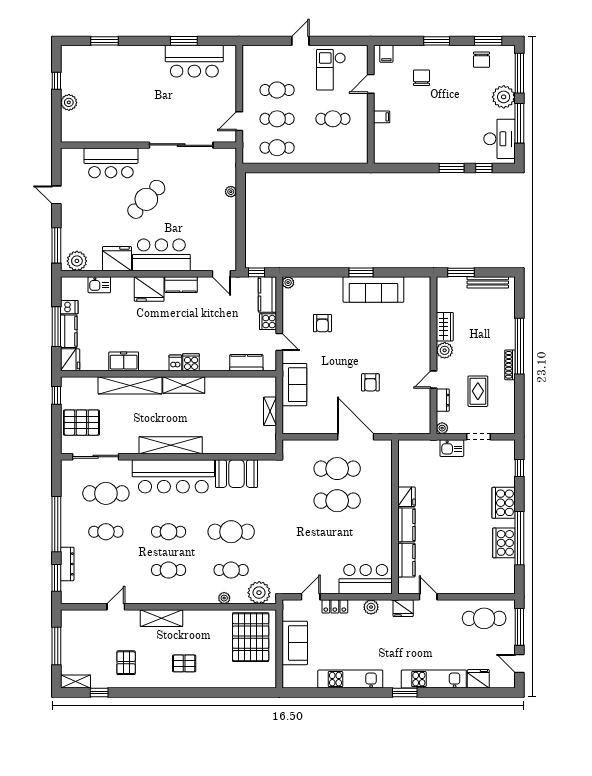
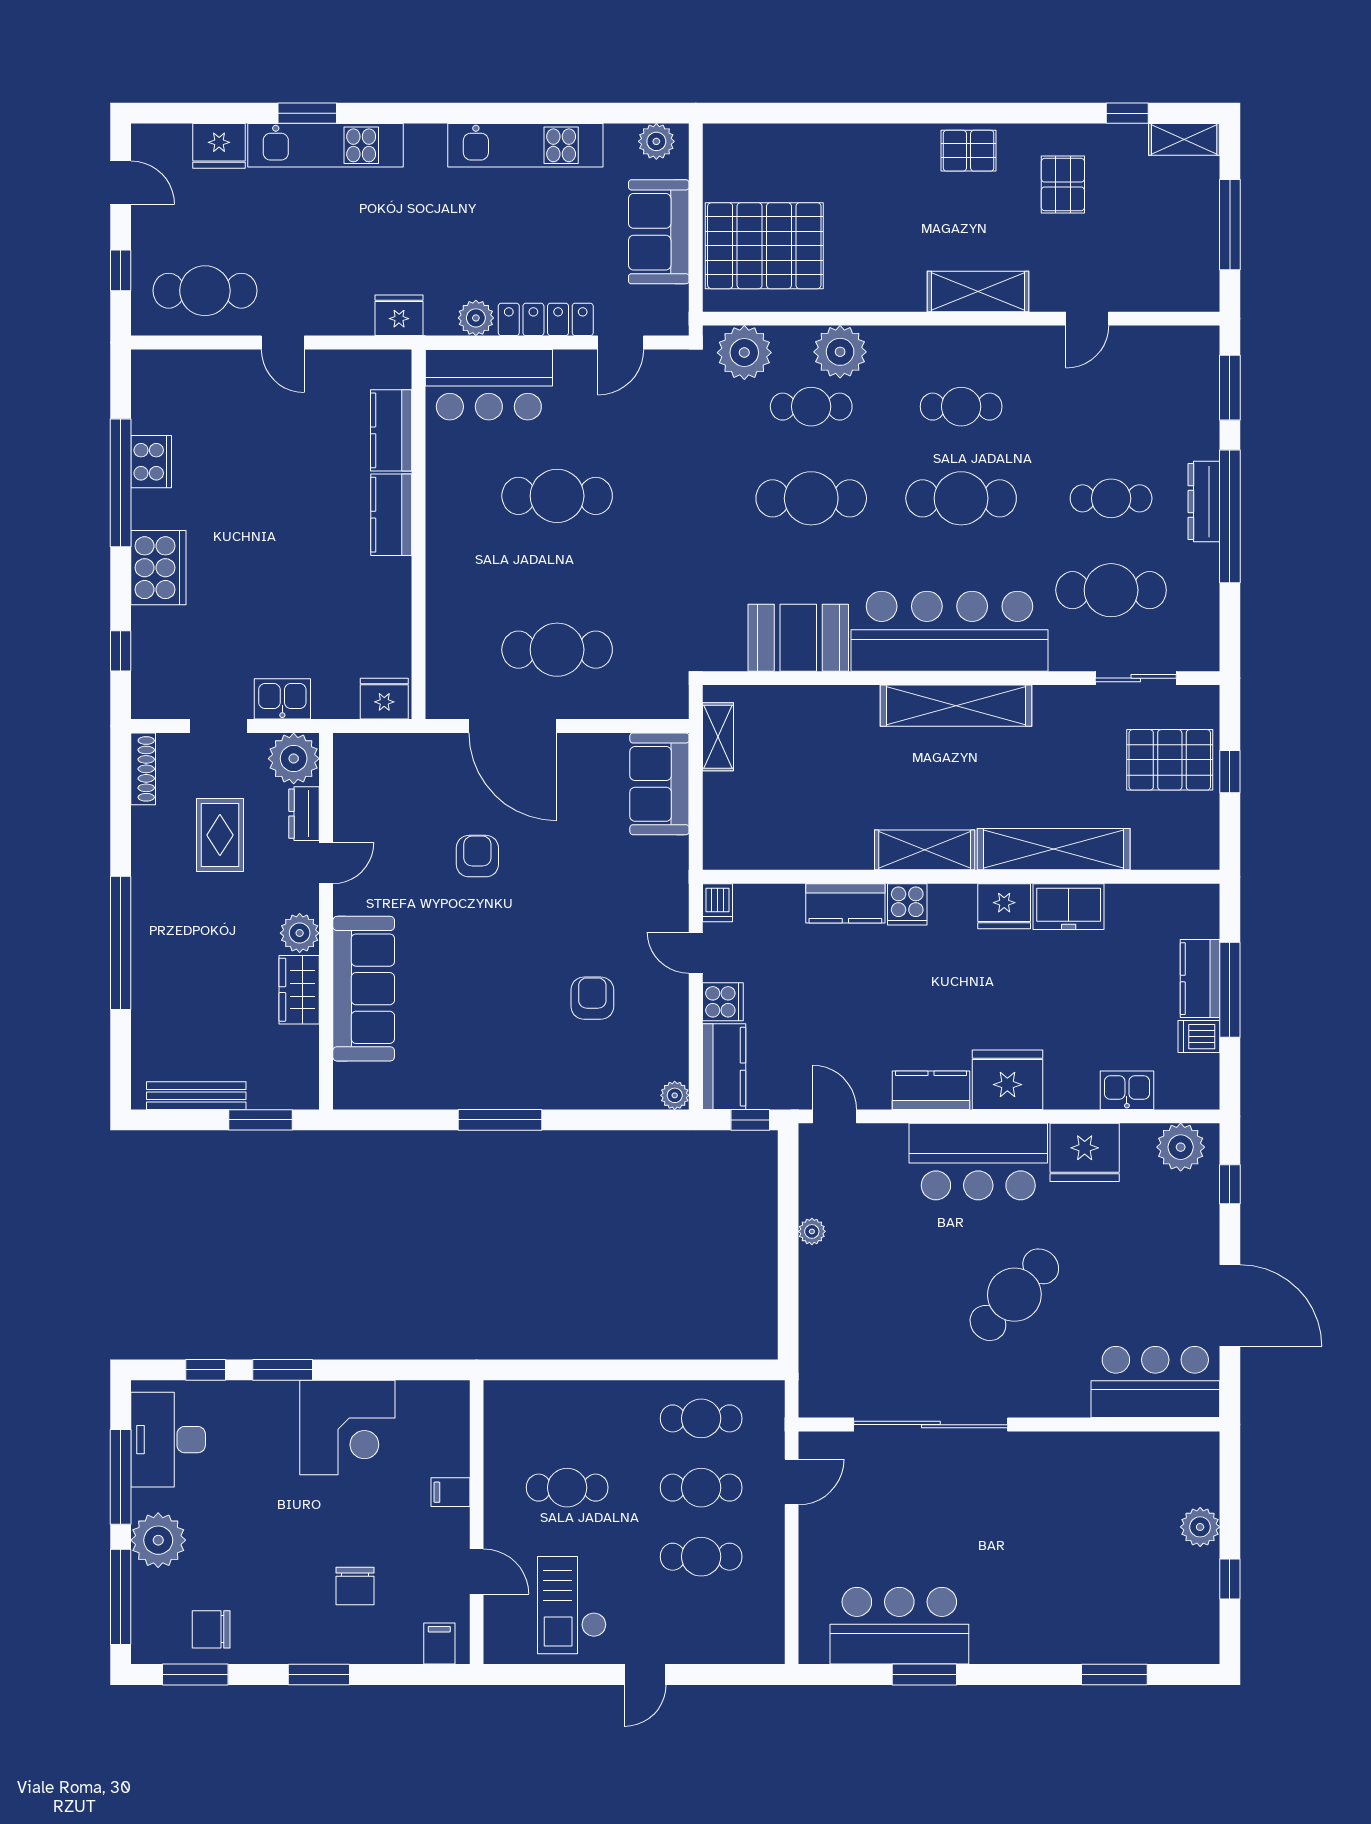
chair: (481, 60) -> (211, 1629), turned -90
checkout: (331, 70) -> (572, 1605), turned 180
door: (371, 84) -> (477, 1571), hinge flipped
corner desk: (425, 144) -> (347, 1428), added
bar counter: (111, 163) -> (1155, 1382), moved
plant: (231, 192) -> (812, 1231), moved
door: (56, 195) -> (1230, 1305), width x1.88
window: (56, 245) -> (1230, 1184), width x0.46
window: (361, 272) -> (500, 1120), width x1.44
sofa: (373, 289) -> (364, 989), moved, turned 90
fridge: (70, 360) -> (1004, 906), moved, turned -90
dishwasher: (175, 363) -> (717, 903), moved
kitchen counter: (246, 363) -> (845, 903), moved
shoe rack: (510, 365) -> (143, 769), moved
sofa: (294, 385) -> (659, 784), moved
window: (56, 395) -> (1230, 772), moved
shelving: (270, 411) -> (718, 737), moved
plant: (442, 428) -> (294, 759), width x1.88, depth x1.88
sliding door: (96, 457) -> (1136, 678), width x0.73
fridge: (406, 497) -> (384, 699), moved, turned 90
cafe table: (337, 501) -> (557, 496), moved
cafe table: (169, 532) -> (961, 498), width x1.37, depth x1.35
cooker: (504, 543) -> (151, 462), width x0.73, depth x0.76
dresser: (67, 564) -> (1204, 502), moved
door: (428, 597) -> (283, 343), moved
plant: (224, 598) -> (840, 352), width x1.87, depth x1.87
locker: (335, 606) -> (546, 319), width x1.53
window: (519, 627) -> (121, 270), width x0.46
pallet: (251, 637) -> (764, 246), turned 90
pallet: (184, 663) -> (969, 151), moved
plant: (296, 681) -> (656, 141), added
window: (405, 692) -> (307, 113), moved

